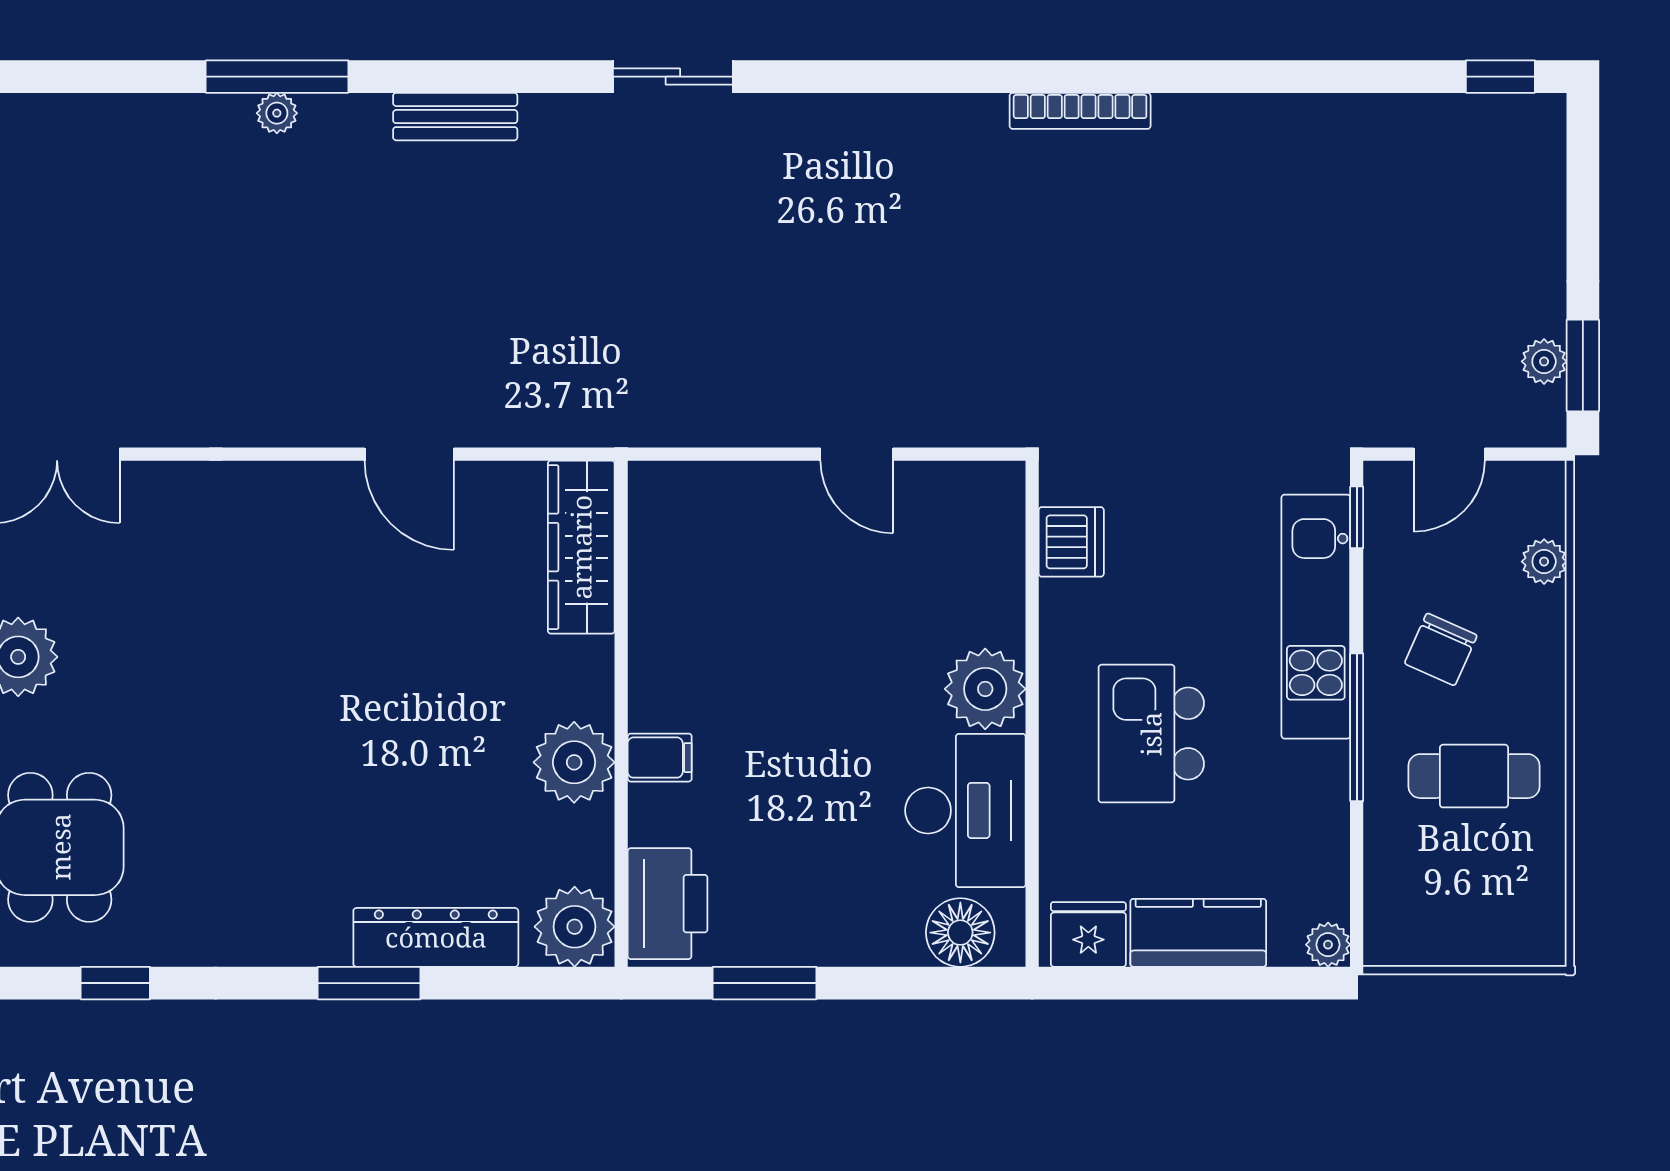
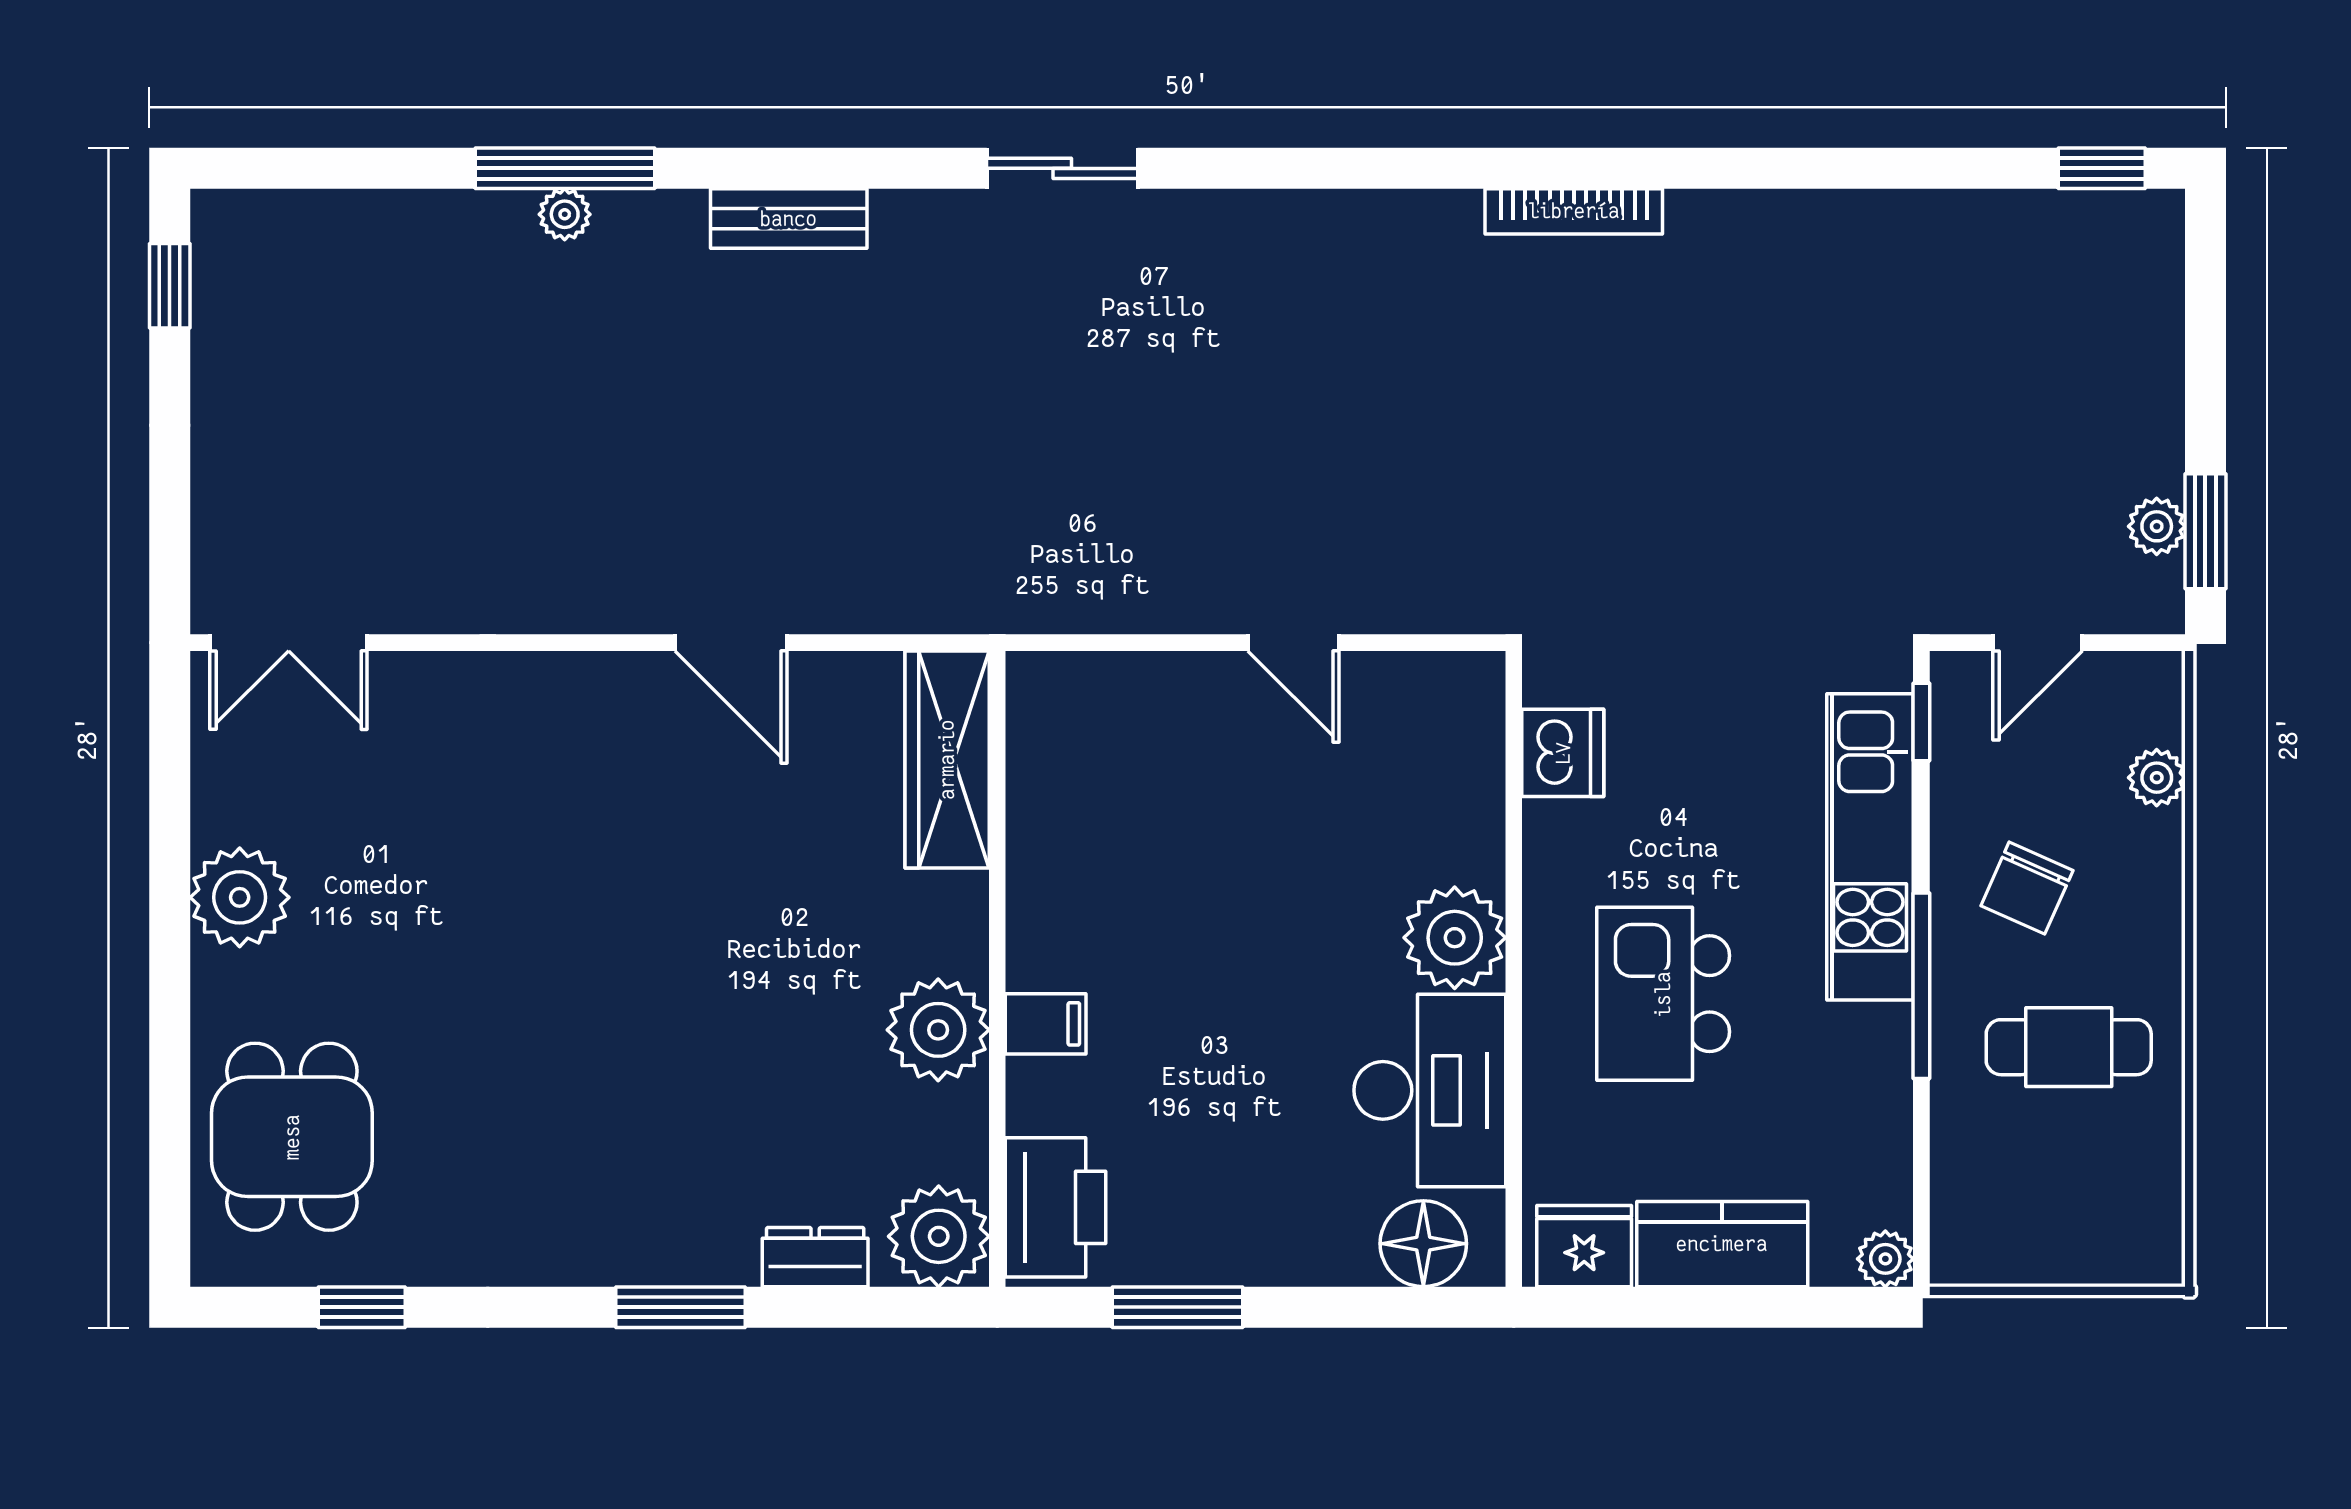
dresser: (436, 937) -> (815, 1257), width x0.51, depth x0.80

